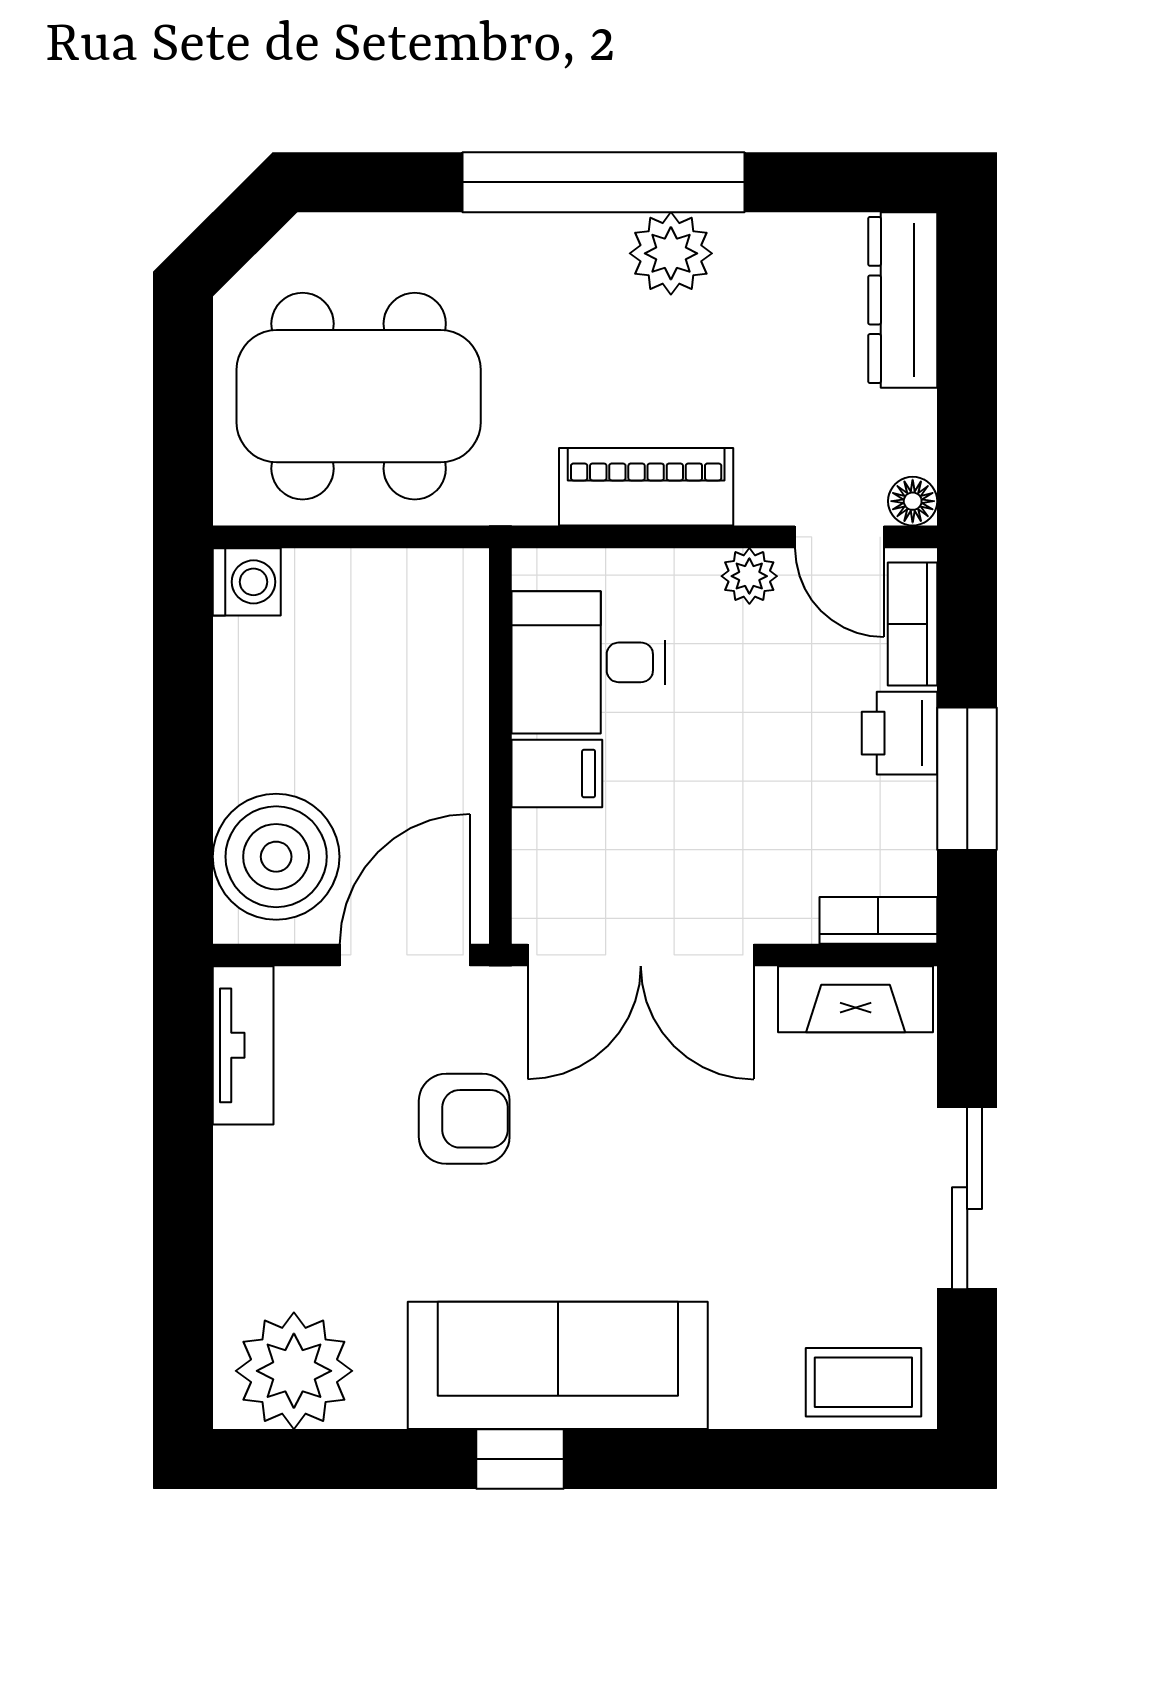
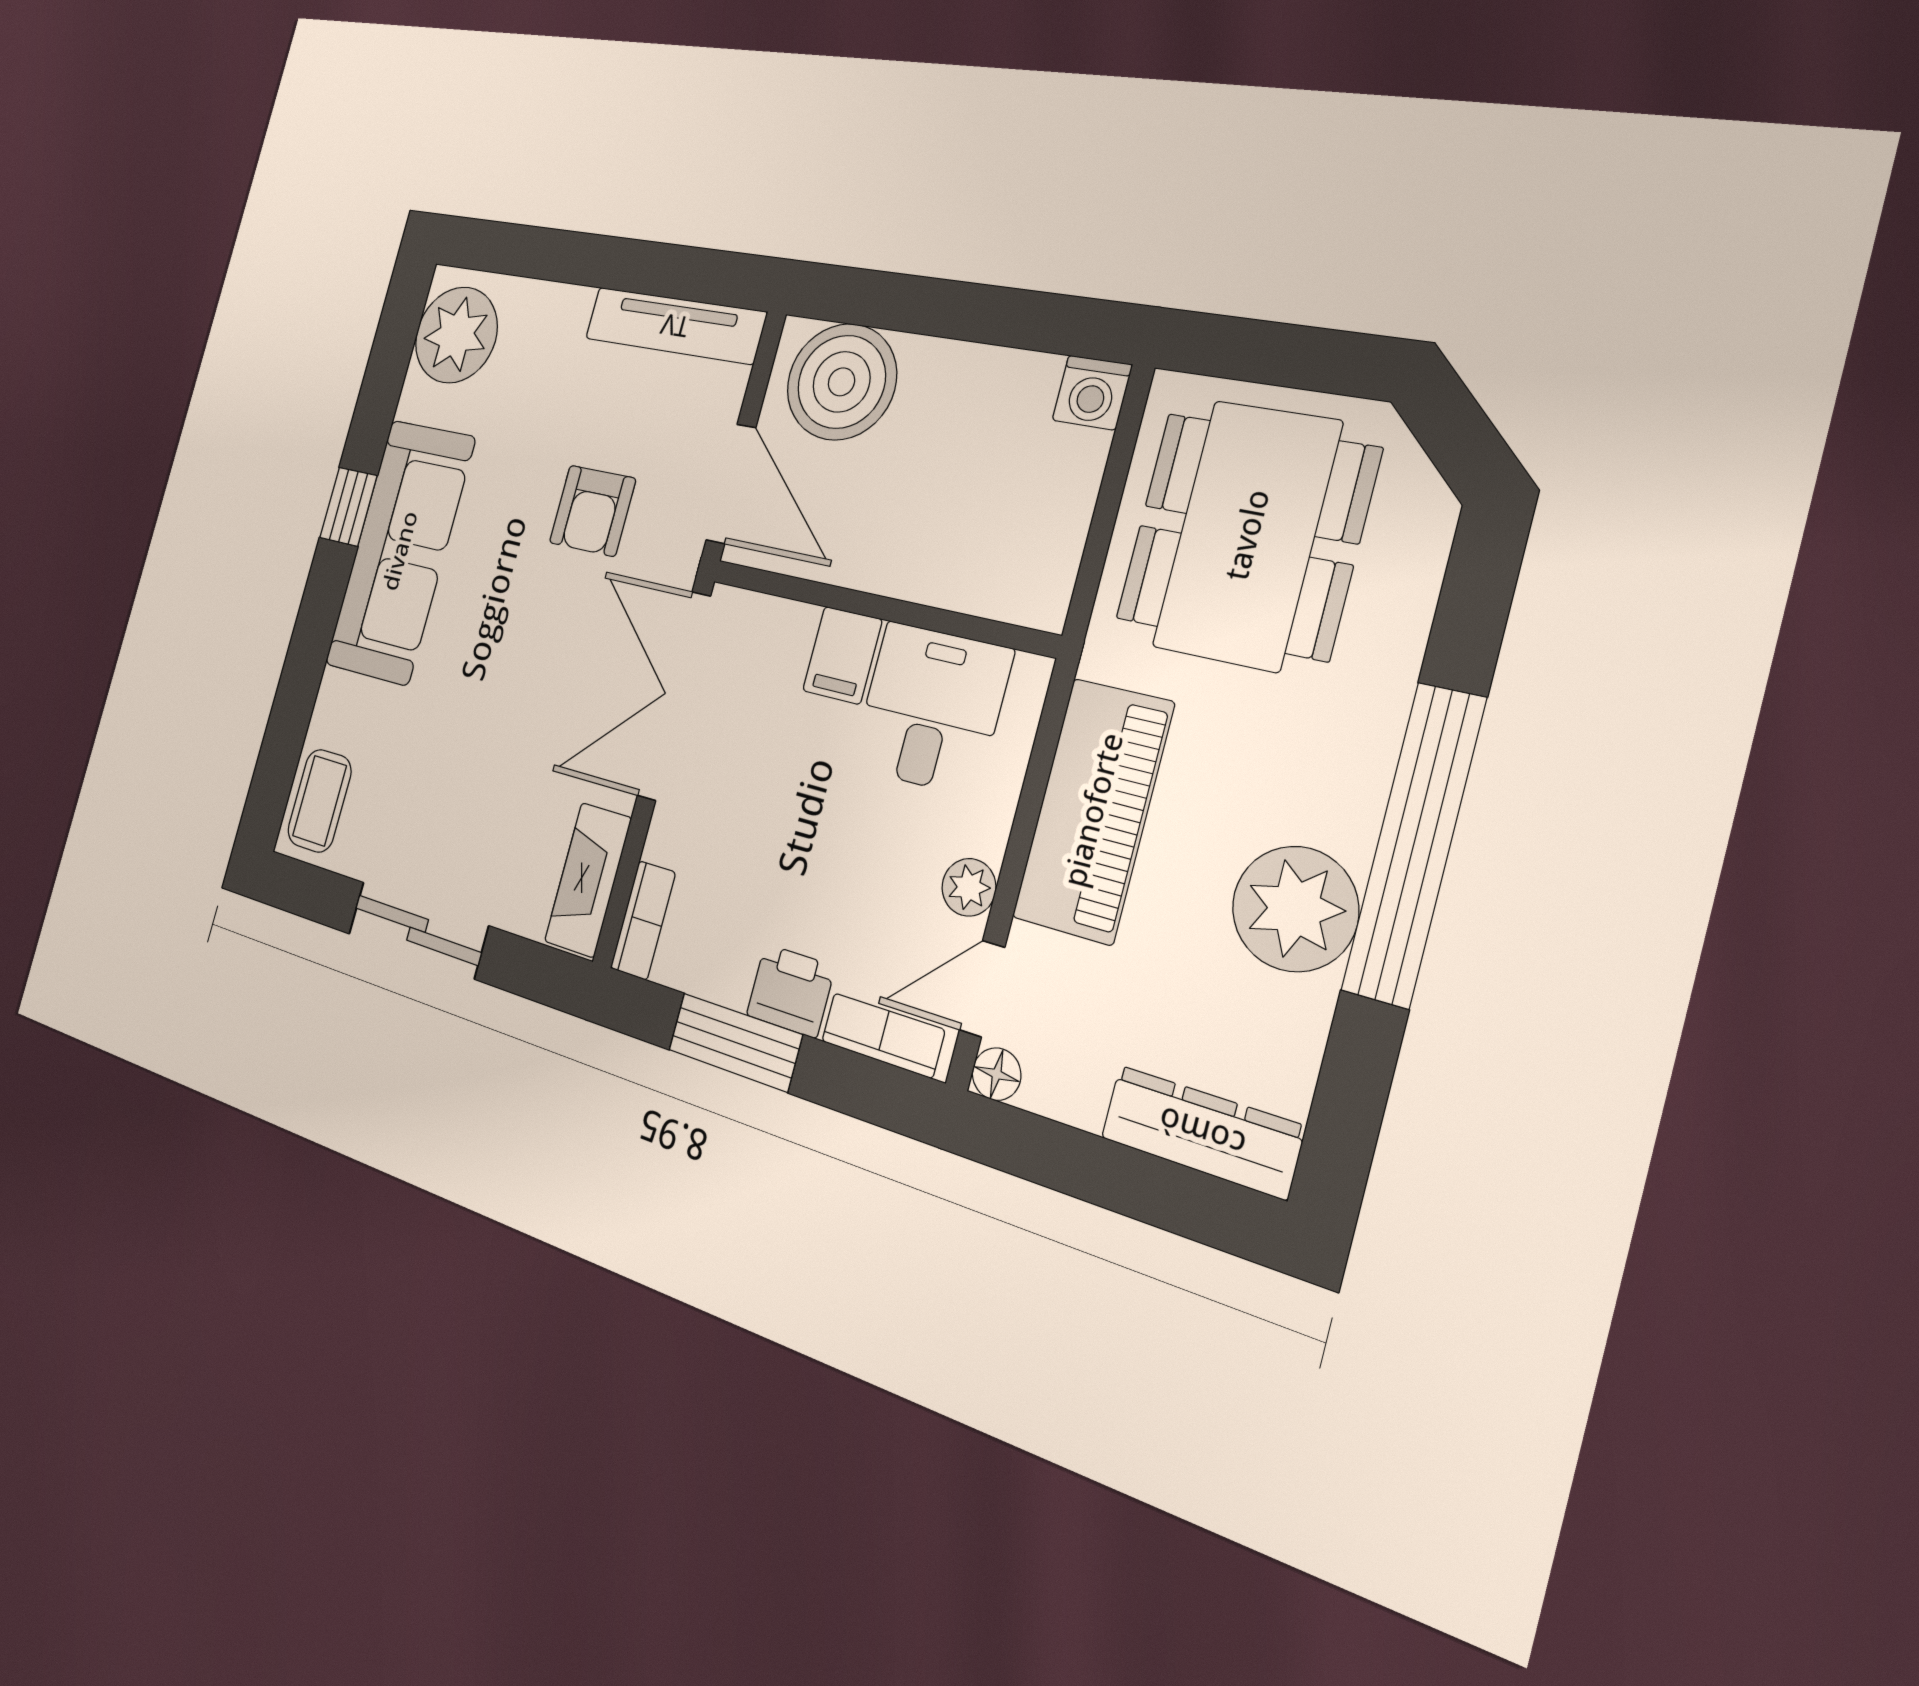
plant: (671, 253) -> (1295, 909), width x1.36, depth x1.36
piano: (646, 487) -> (1093, 810), width x1.37, depth x1.33
tv unit: (243, 1045) -> (675, 325), width x1.41

